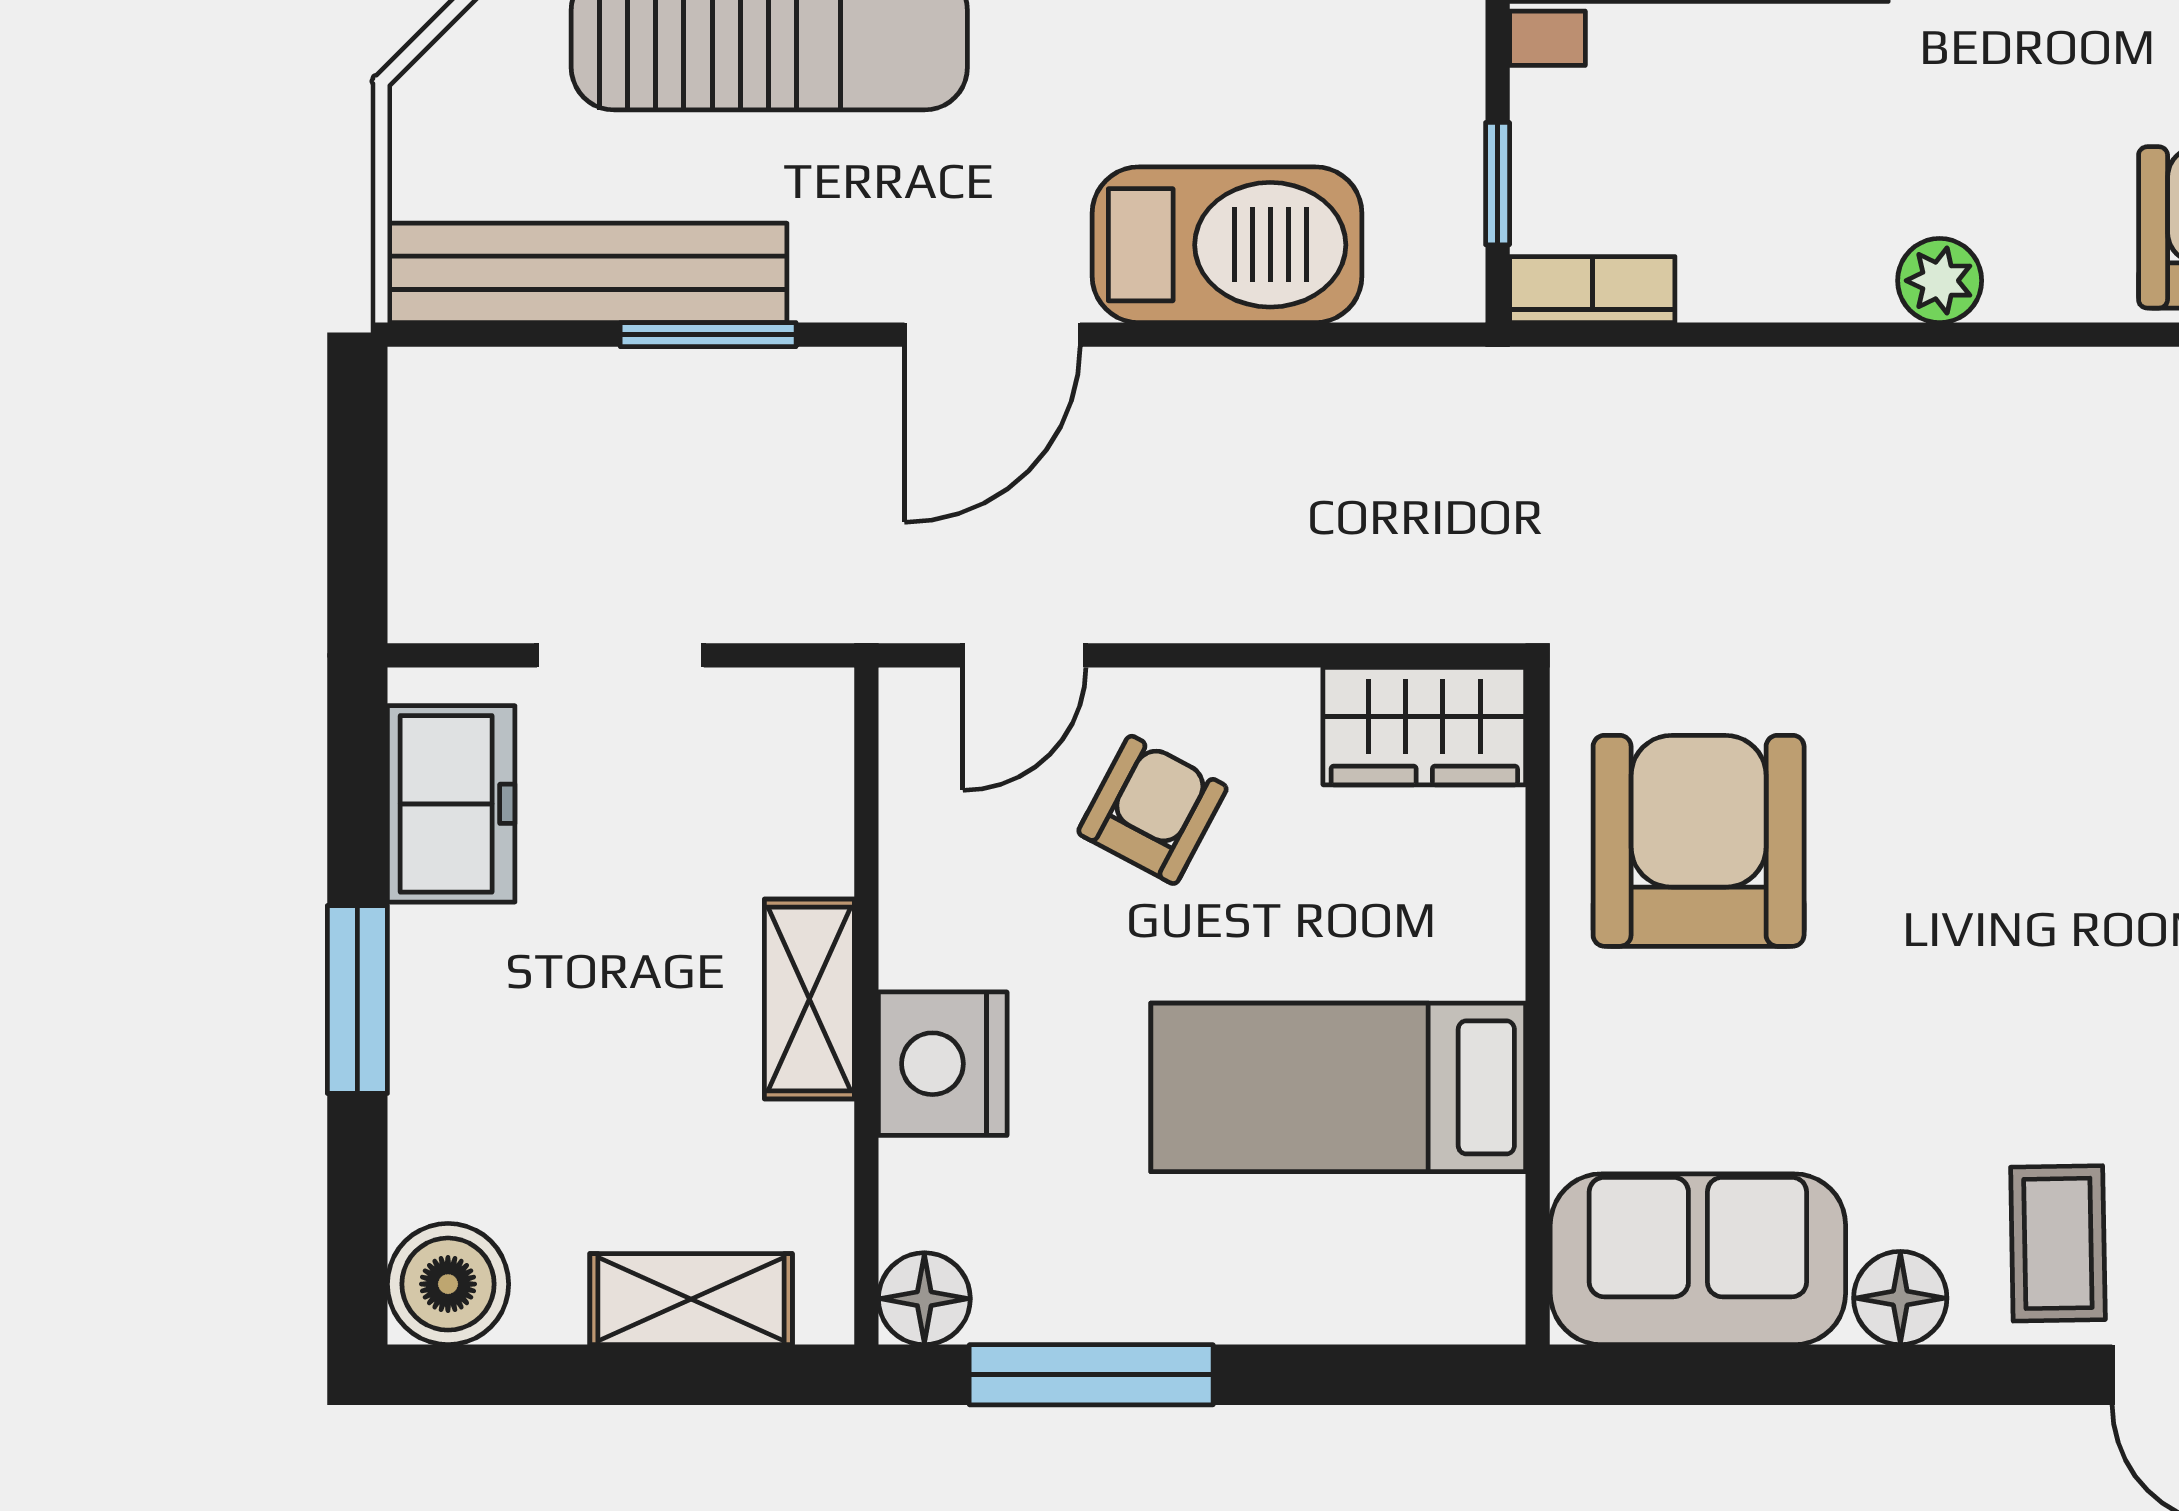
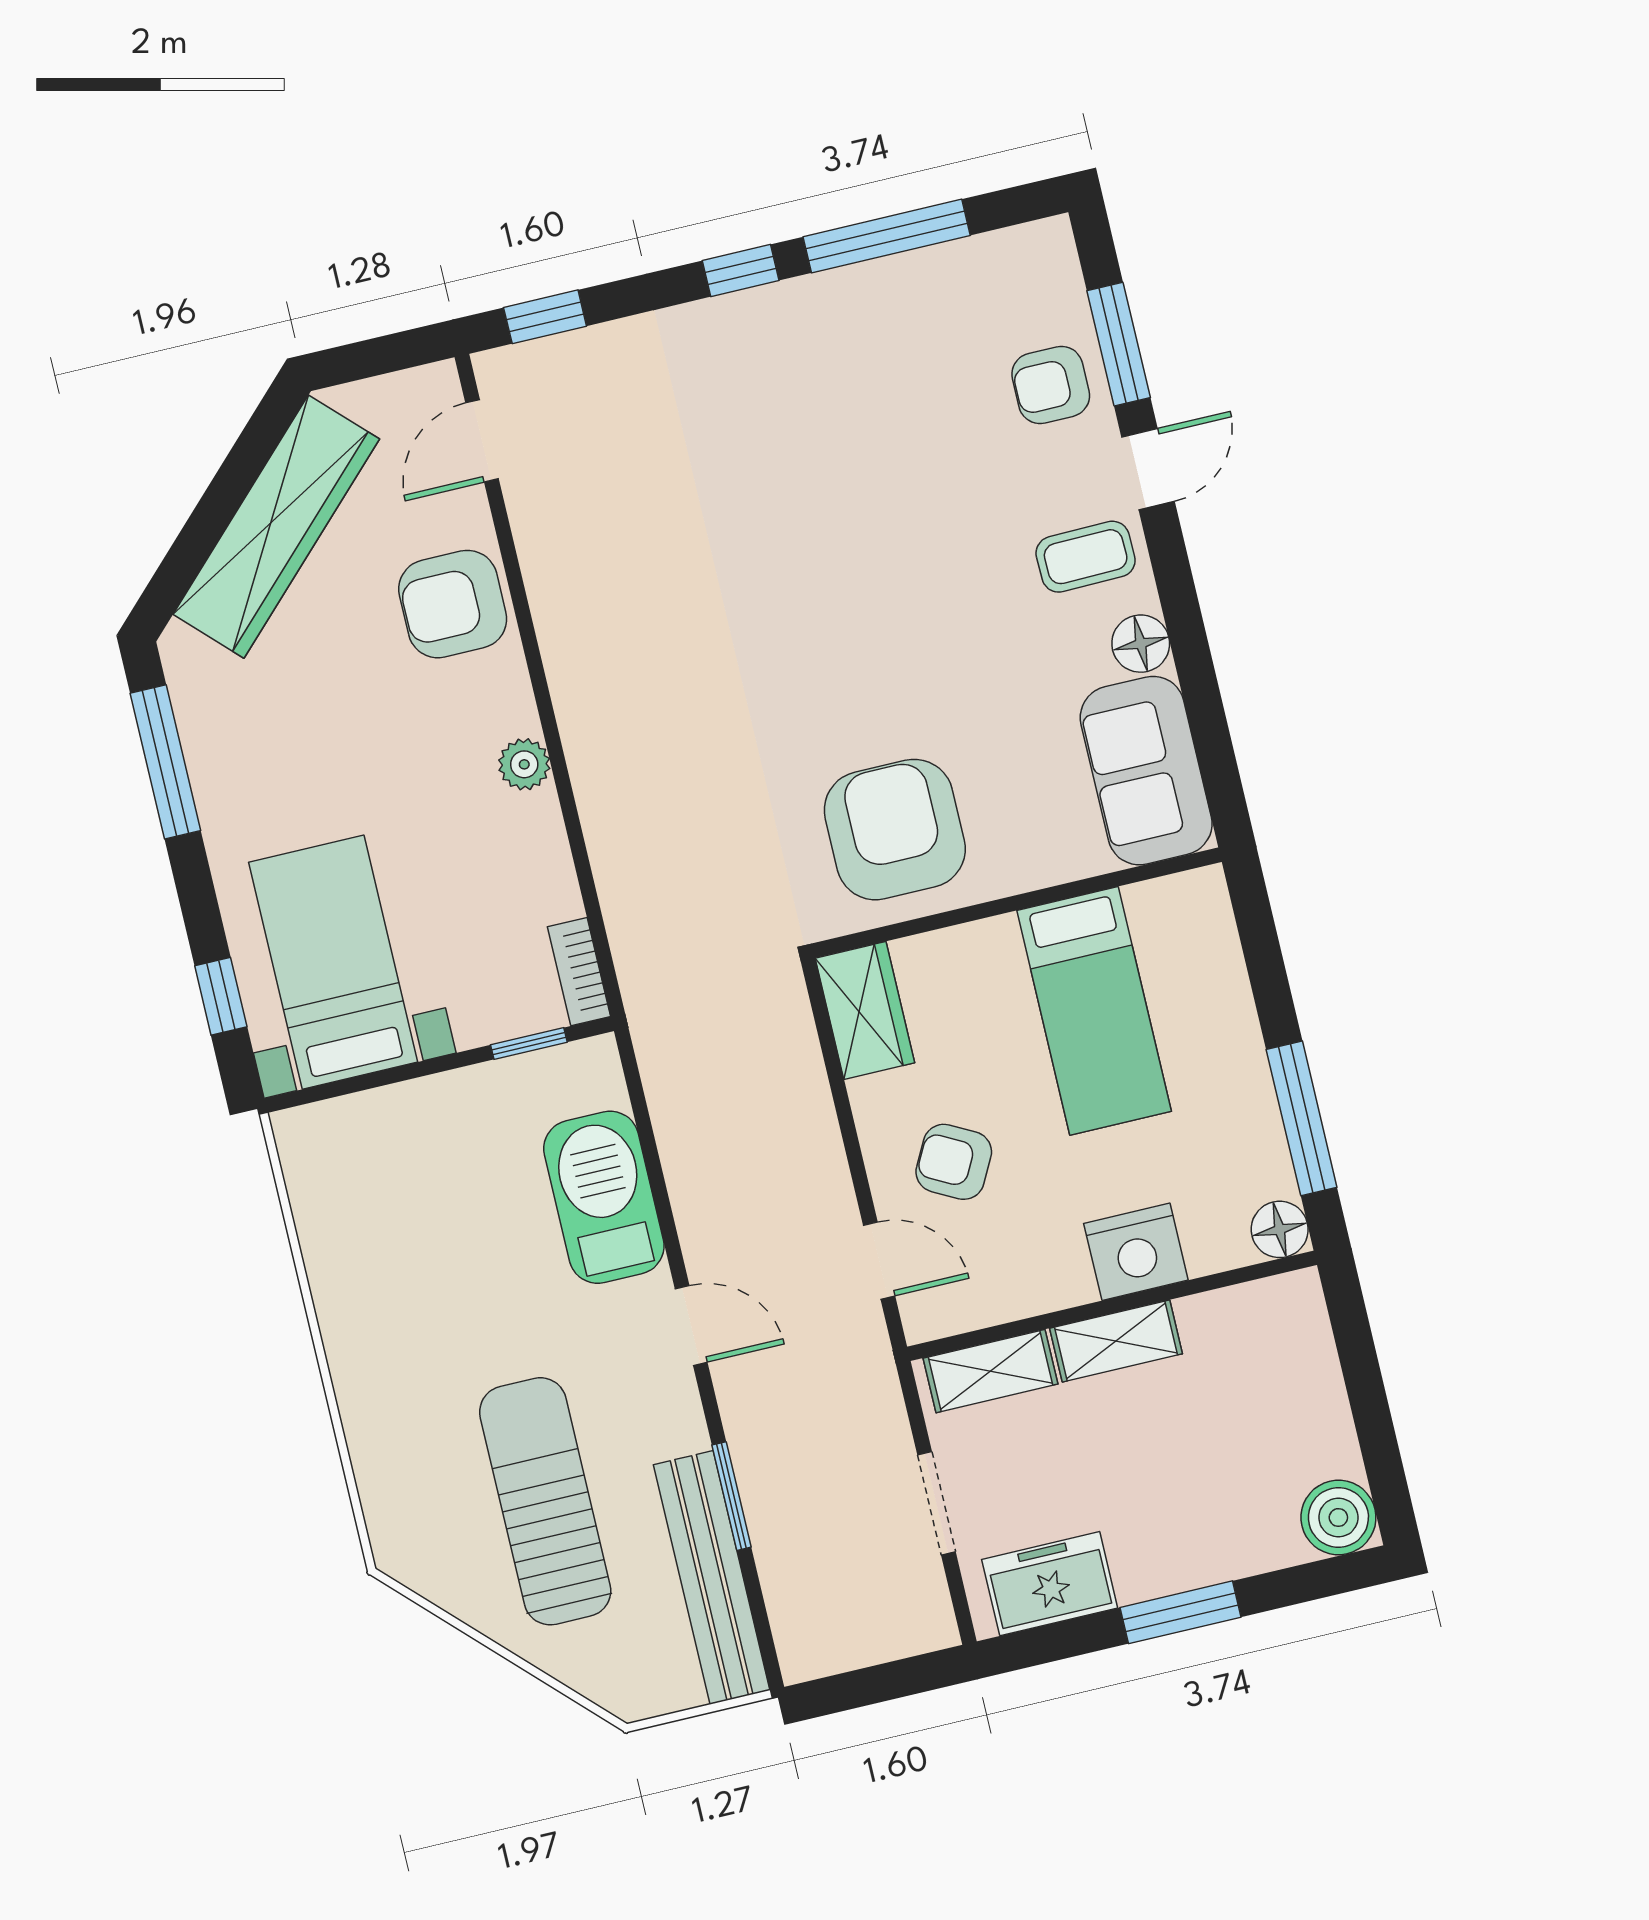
door: (992, 335) -> (691, 1325), width x0.73
armchair: (1699, 841) -> (895, 830), turned 90
shelving: (691, 1299) -> (991, 1371), moved, turned 90

